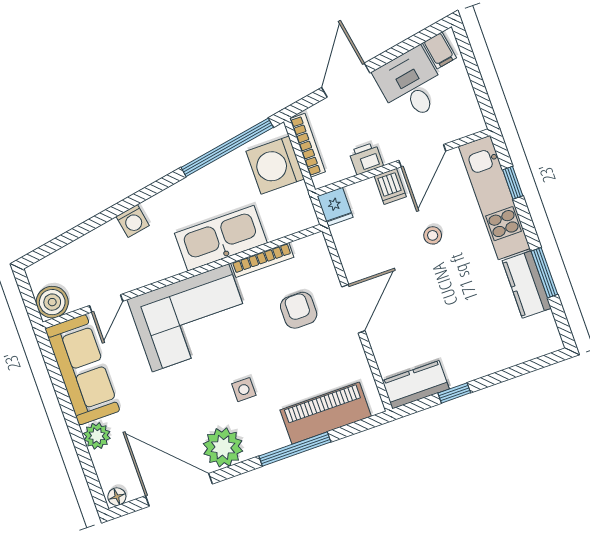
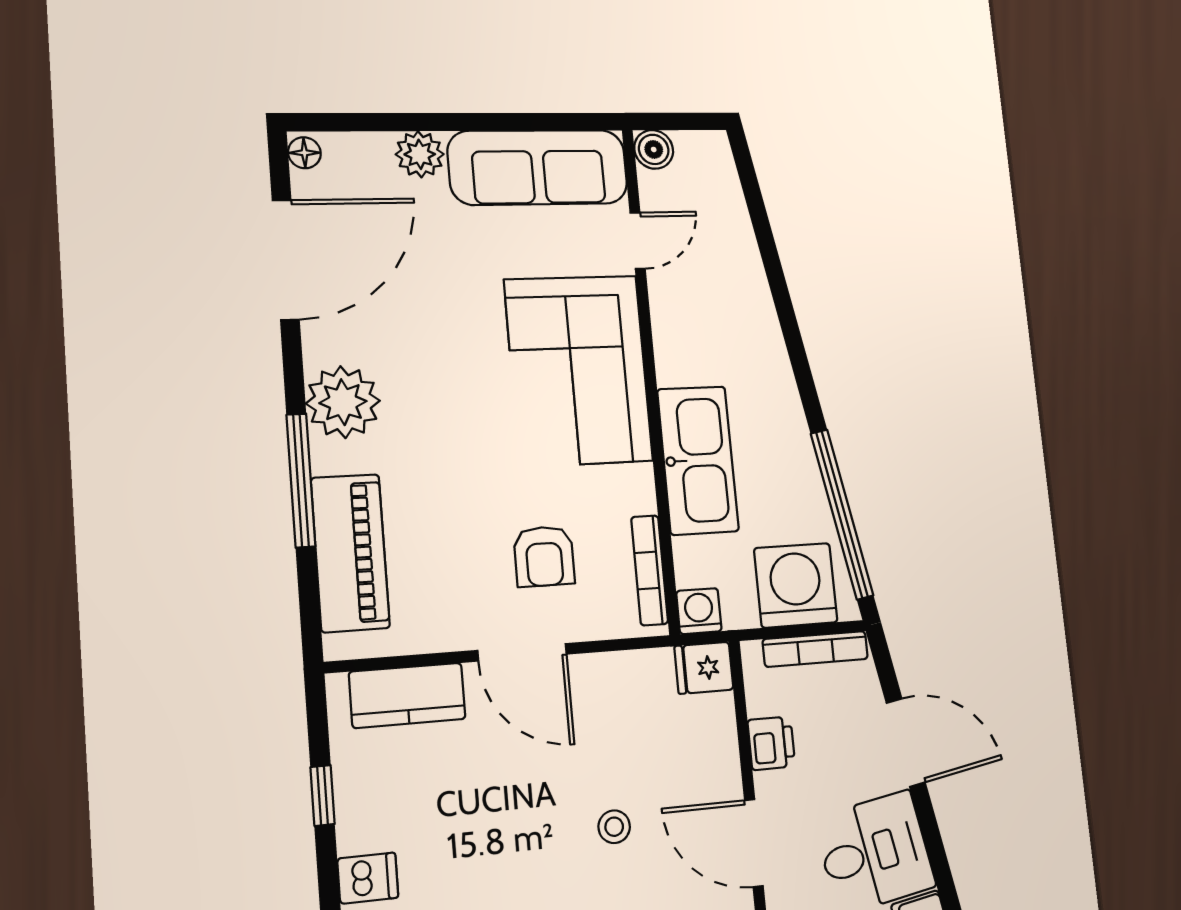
dishwasher: (390, 186) -> (368, 878), moved, turned 180
washing machine: (133, 221) -> (699, 611), moved, turned 100
bookcase: (262, 260) -> (650, 570), moved
boiler: (52, 302) -> (654, 149), width x0.73, depth x0.73
door: (106, 303) -> (638, 241), swing flipped
armchair: (299, 310) -> (544, 556), turned 90
kitchen counter: (416, 385) -> (407, 695), moved, turned 90
side table: (244, 390) -> (432, 423), removed
plant: (223, 447) -> (343, 402), moved

